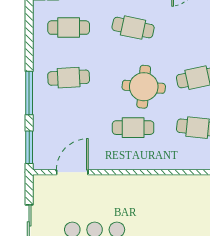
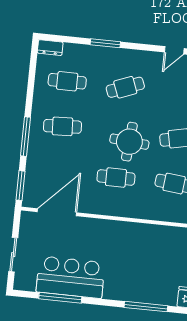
cafe table: (133, 28) -> (125, 87), turned -33
door: (72, 172) -> (57, 212), width x1.36

